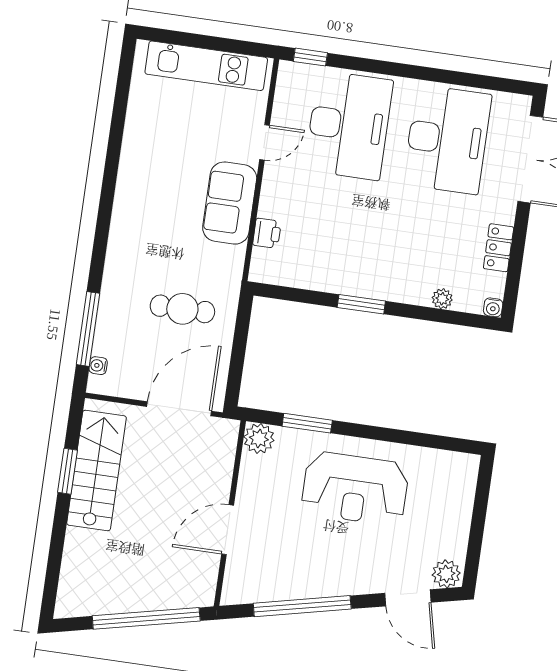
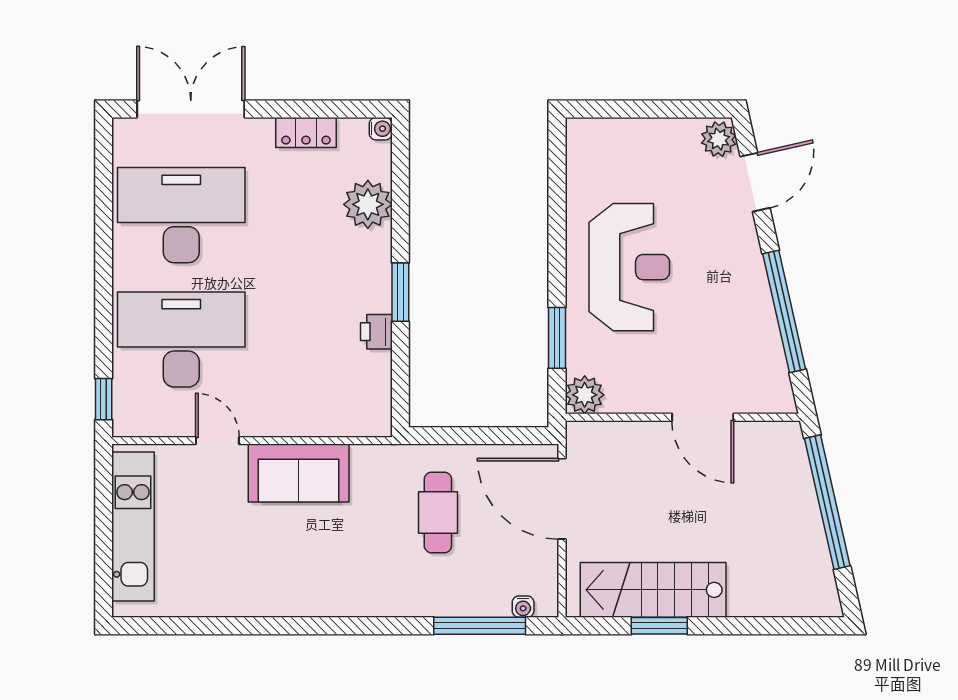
printer: (267, 233) -> (376, 332), moved, turned -90
plant: (442, 299) -> (368, 204), width x1.88, depth x1.88

